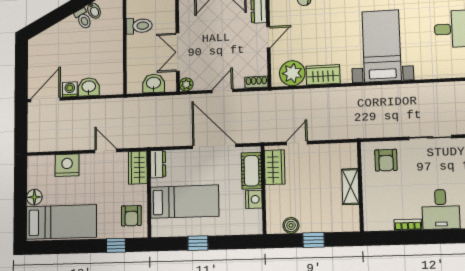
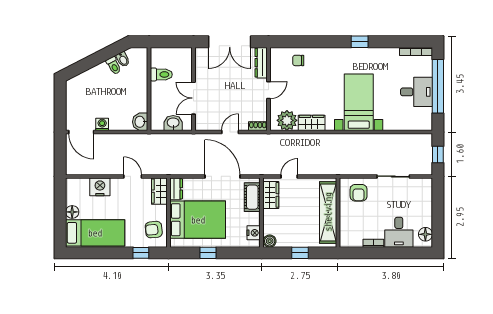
plant: (186, 84) -> (200, 125), removed
washbasin: (89, 87) -> (140, 122), moved, turned -90
door: (45, 100) -> (81, 132), swing flipped
shelving: (350, 187) -> (328, 212), width x2.20, depth x1.33
nightstand: (254, 199) -> (254, 233), moved
bed: (185, 202) -> (198, 220), width x1.50
armchair: (131, 216) -> (154, 230), turned 84
boiler: (291, 225) -> (270, 241), moved

